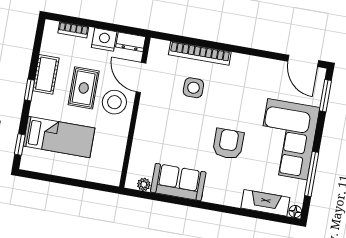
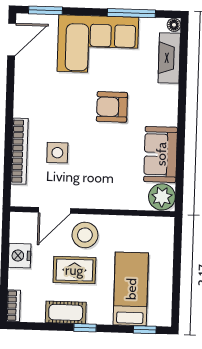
bookcase: (73, 30) -> (13, 306), moved
dresser: (131, 42) -> (18, 227), removed
plant: (144, 184) -> (162, 197), width x1.87, depth x1.87

